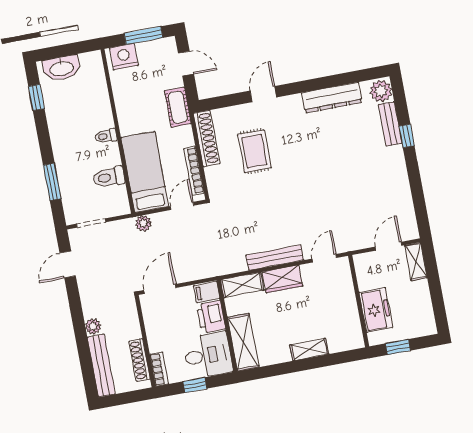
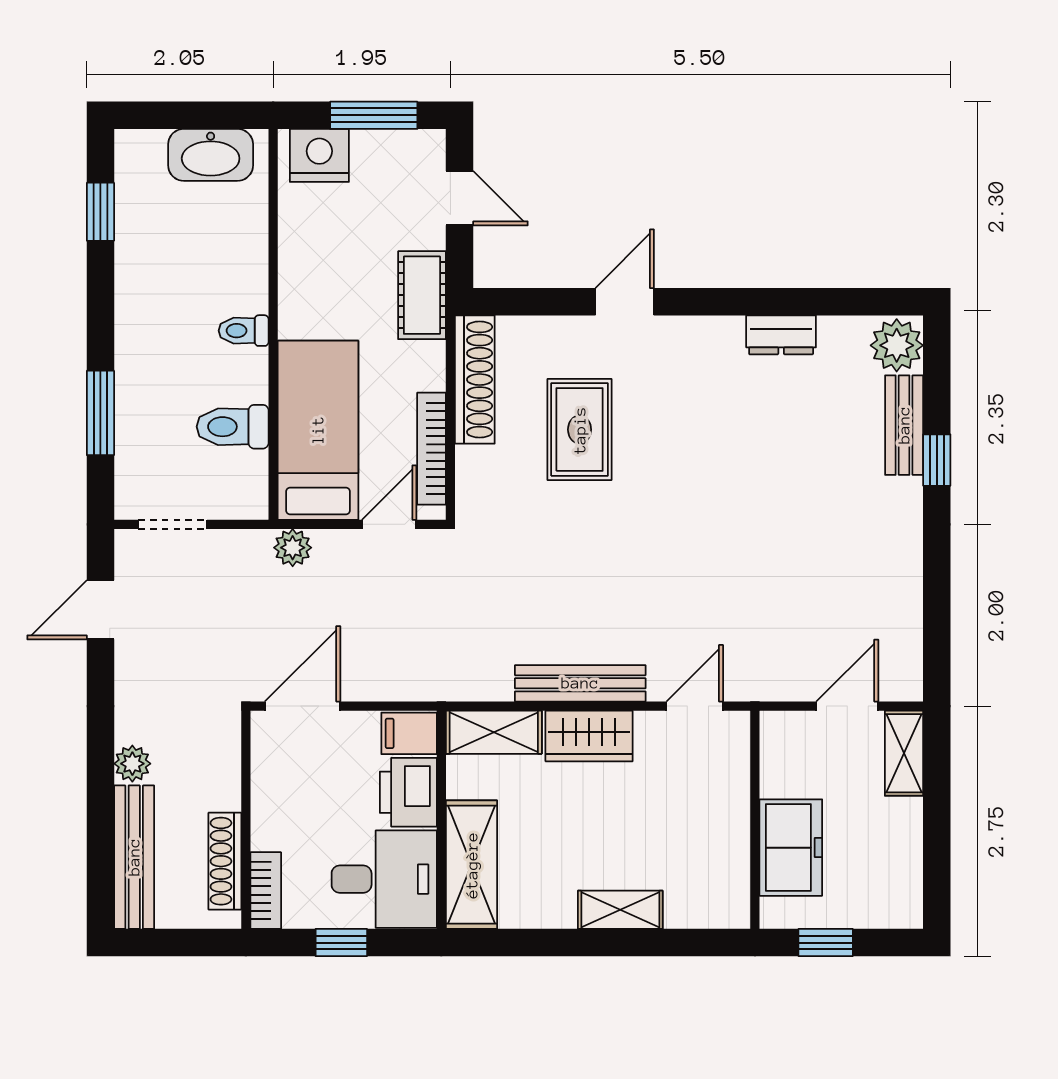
washbasin: (61, 68) -> (211, 155), moved
dresser: (332, 98) -> (781, 335), width x0.51, depth x0.80

